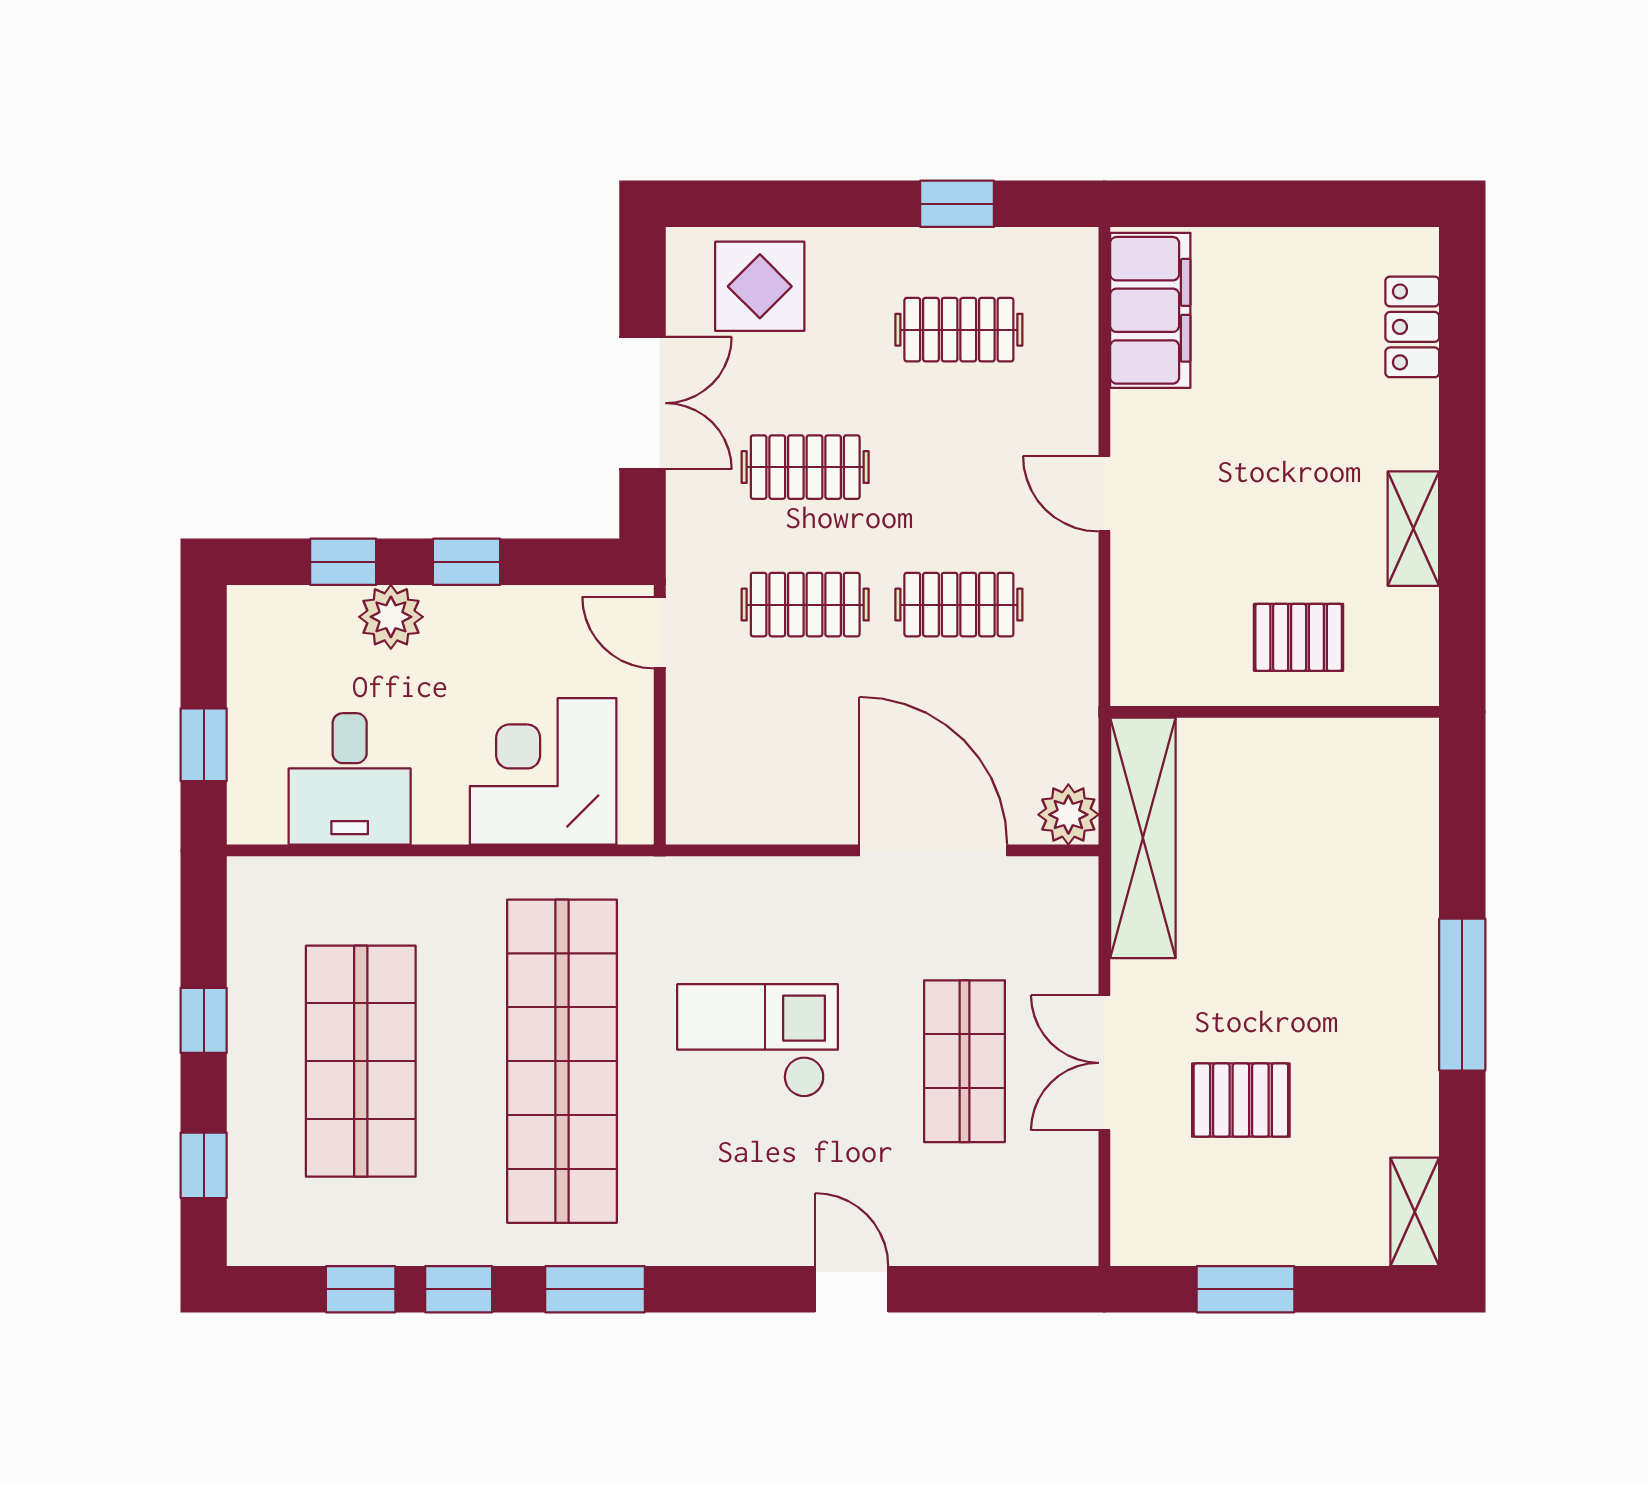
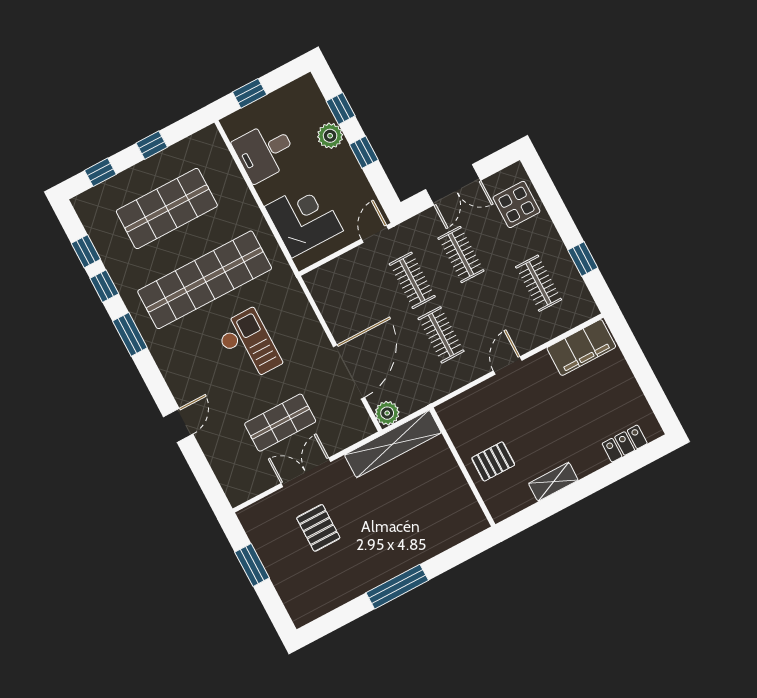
pallet: (1299, 637) -> (493, 461), turned 90
shelving: (1415, 1212) -> (311, 610), removed

